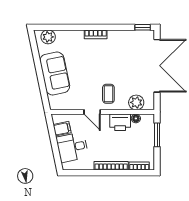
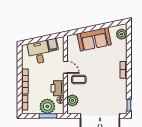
door: (92, 112) -> (65, 67), swing flipped
plant: (144, 136) -> (47, 106), added

